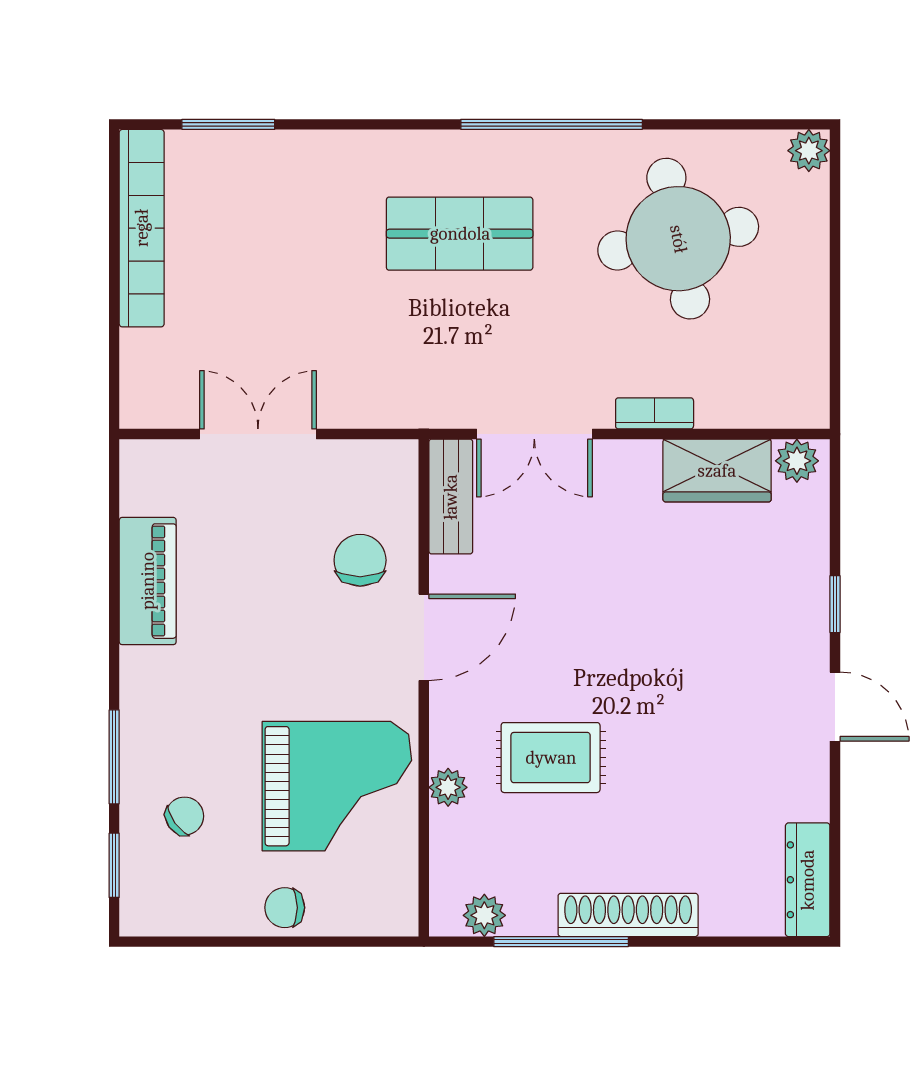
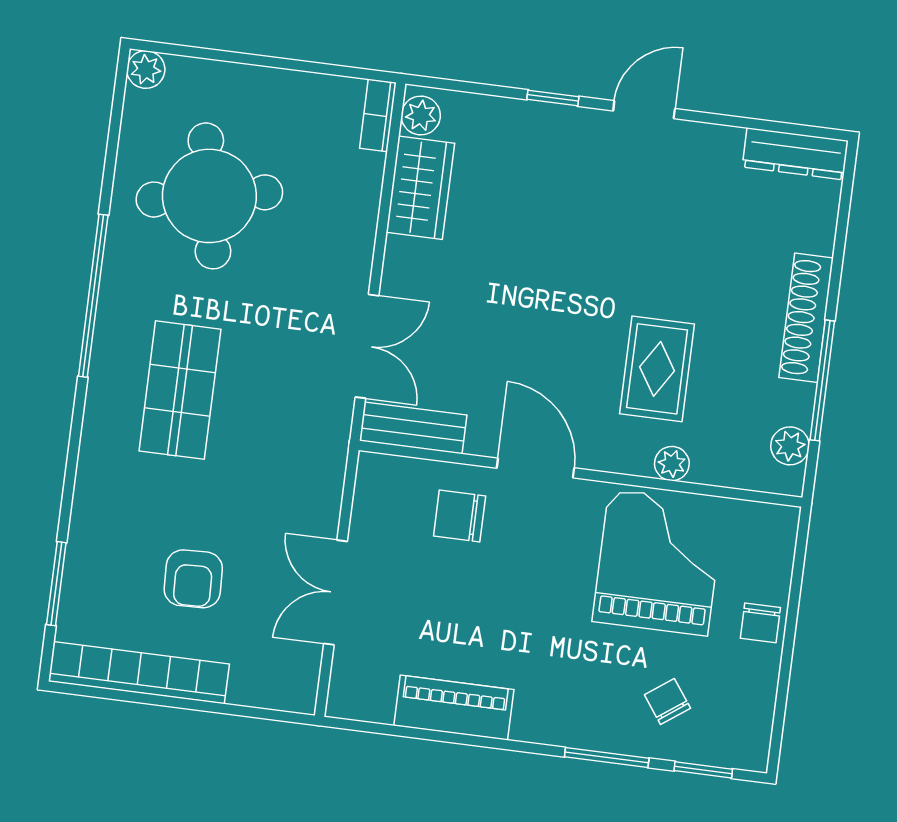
armchair: (253, 275) -> (193, 579), added
bookcase: (655, 413) -> (378, 115), moved

